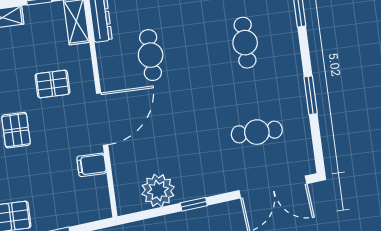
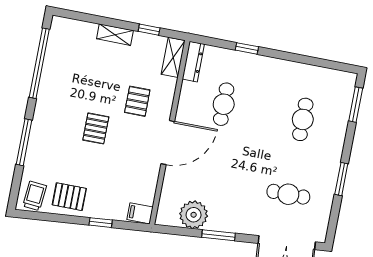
pallet: (52, 84) -> (137, 101), turned 90
filing cabinet: (92, 165) -> (140, 213), moved
window: (194, 204) -> (219, 235), width x1.50

